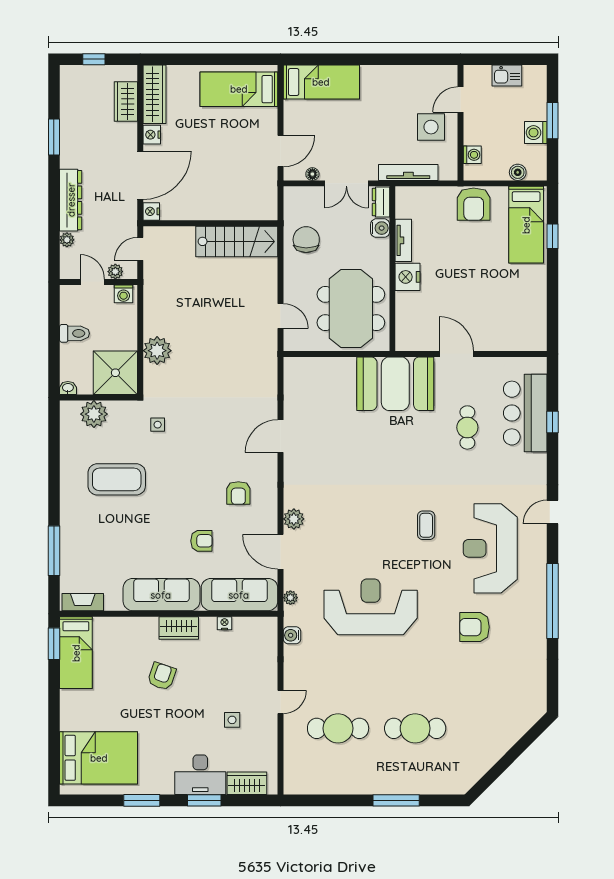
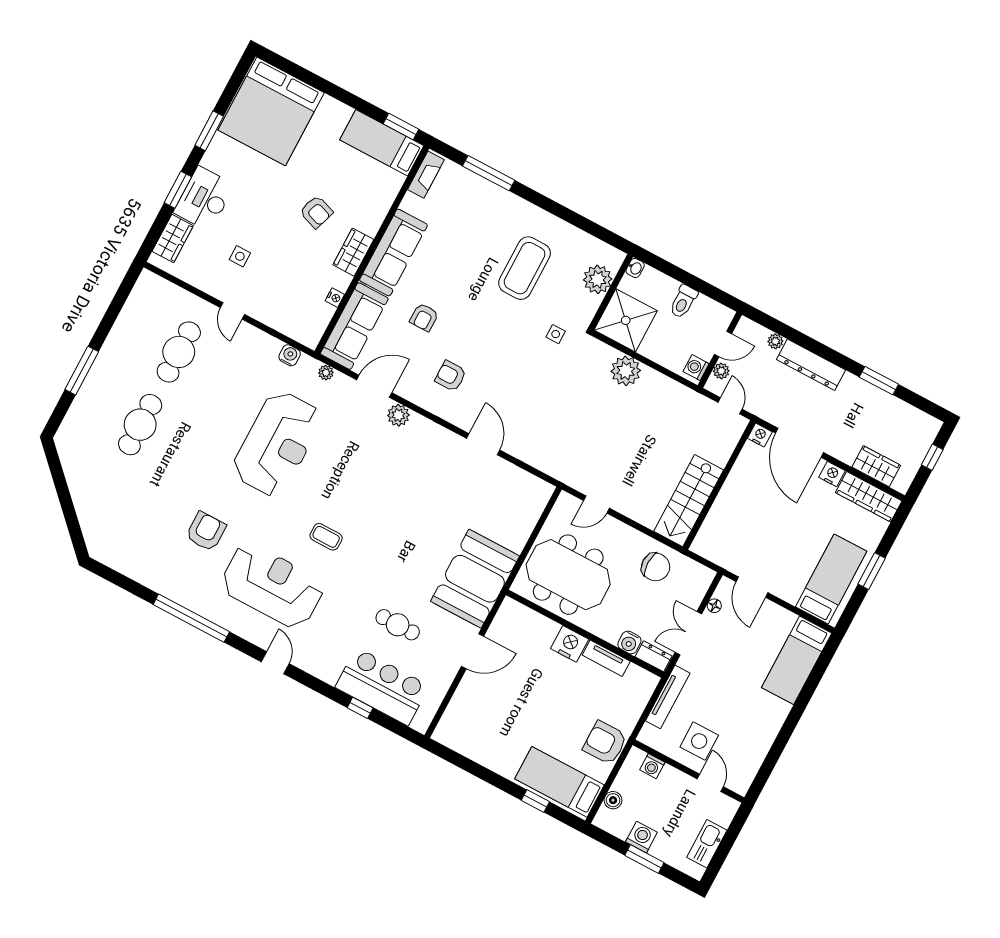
window: (215, 59) -> (872, 571), added
kitchen sink: (507, 76) -> (707, 844), width x1.38
bed: (99, 758) -> (271, 111), width x1.36

